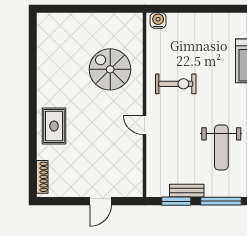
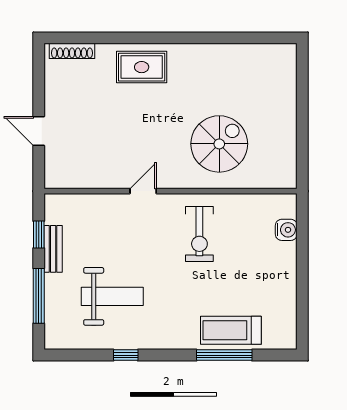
water cooler: (158, 20) -> (286, 230), moved
weight bench: (221, 147) -> (112, 296), turned 180
window: (176, 201) -> (39, 235), width x0.67

